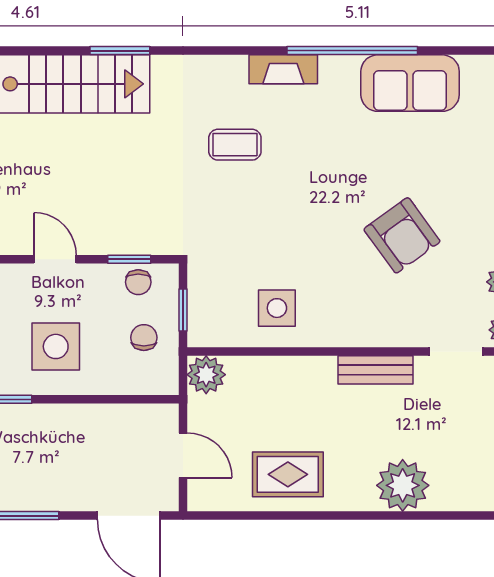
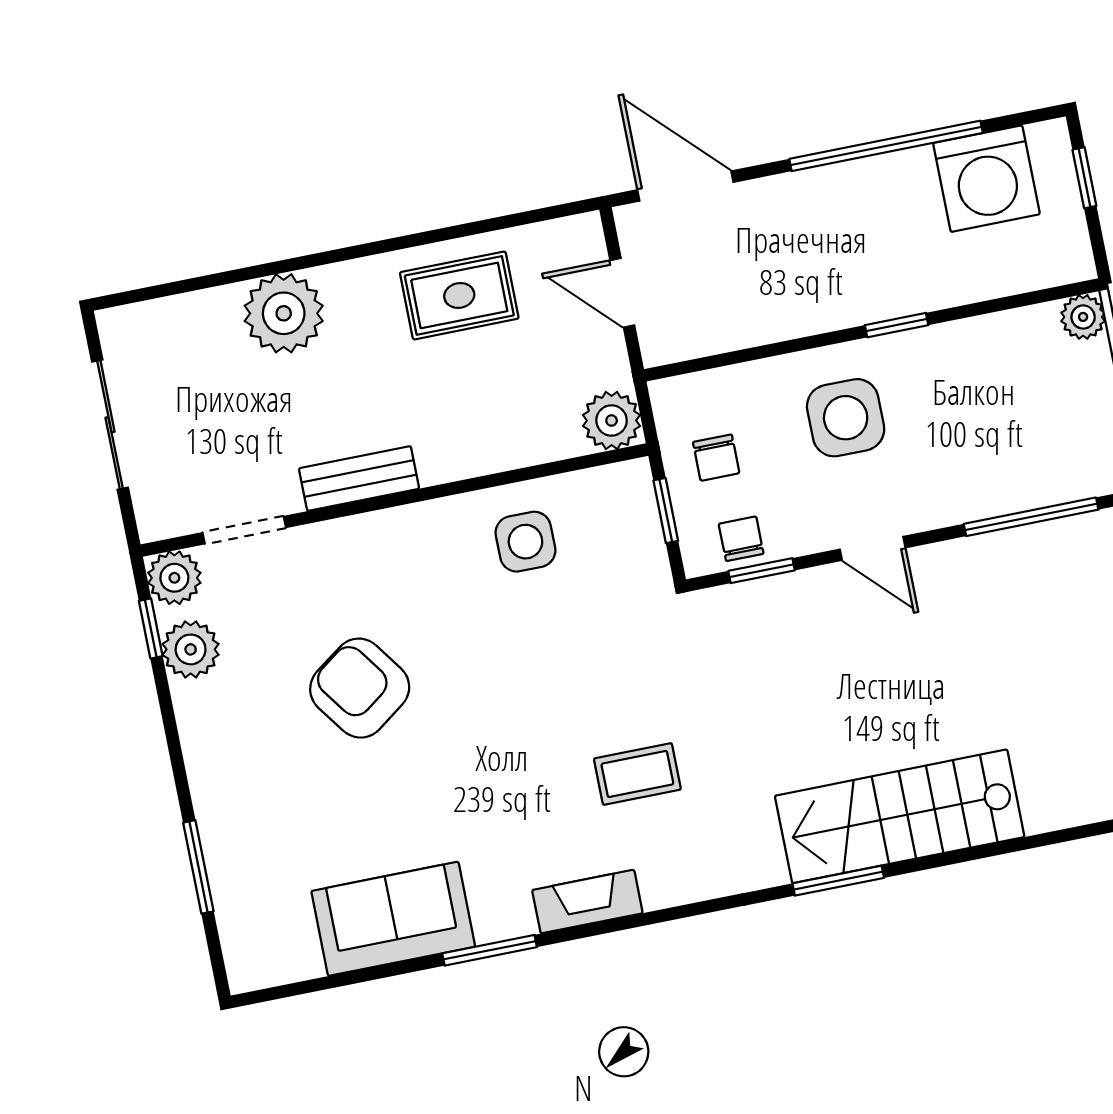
window: (352, 51) -> (490, 950), width x0.47

